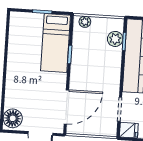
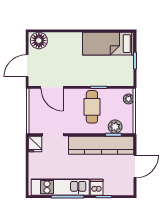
bed: (56, 43) -> (108, 44), moved
cafe table: (91, 63) -> (92, 107), added
door: (66, 107) -> (52, 87), width x0.73

